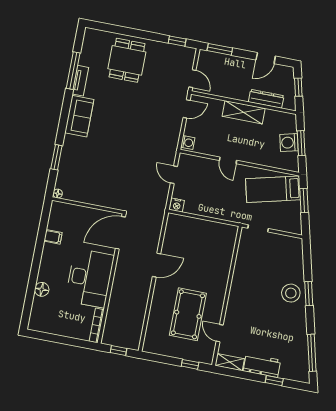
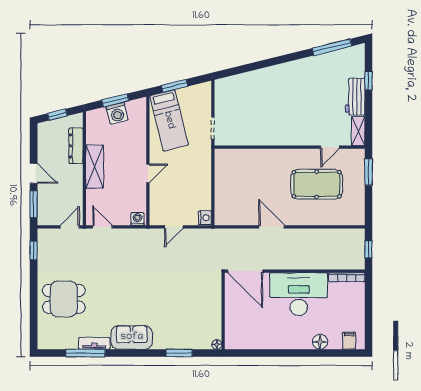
door: (266, 58) -> (34, 173), moved
filing cabinet: (53, 237) -> (349, 341), moved
stool: (291, 293) -> (274, 81), removed
window: (309, 294) -> (271, 62), removed
window: (190, 364) -> (369, 172), width x1.50

